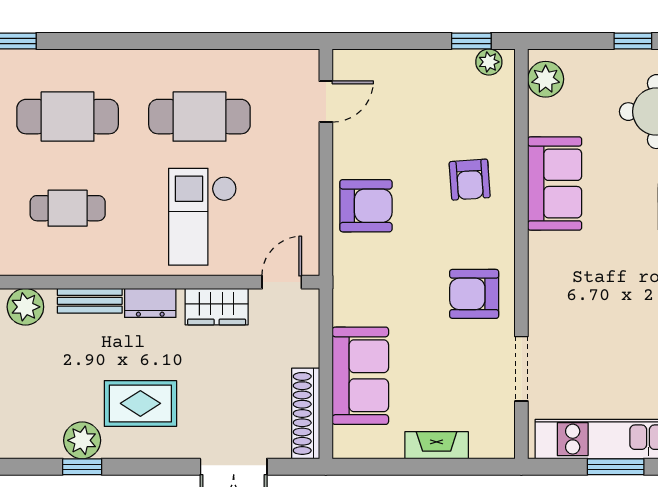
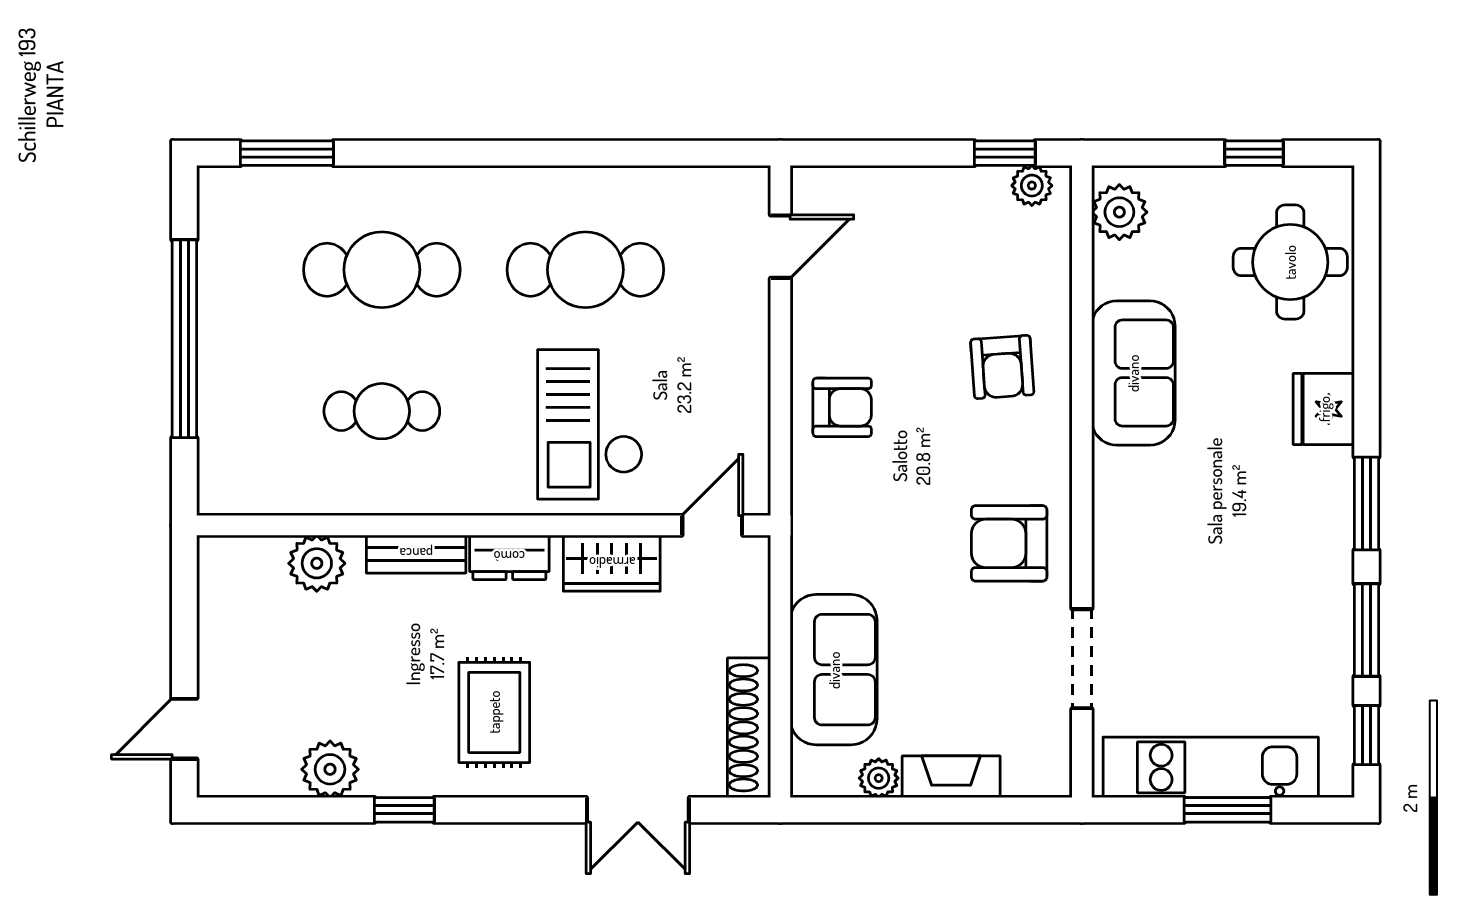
armchair: (366, 206) -> (842, 407), width x0.72, depth x0.72
rug: (140, 403) -> (494, 712), turned 90
plant: (82, 440) -> (330, 769), moved
plant: (390, 446) -> (879, 778), added

